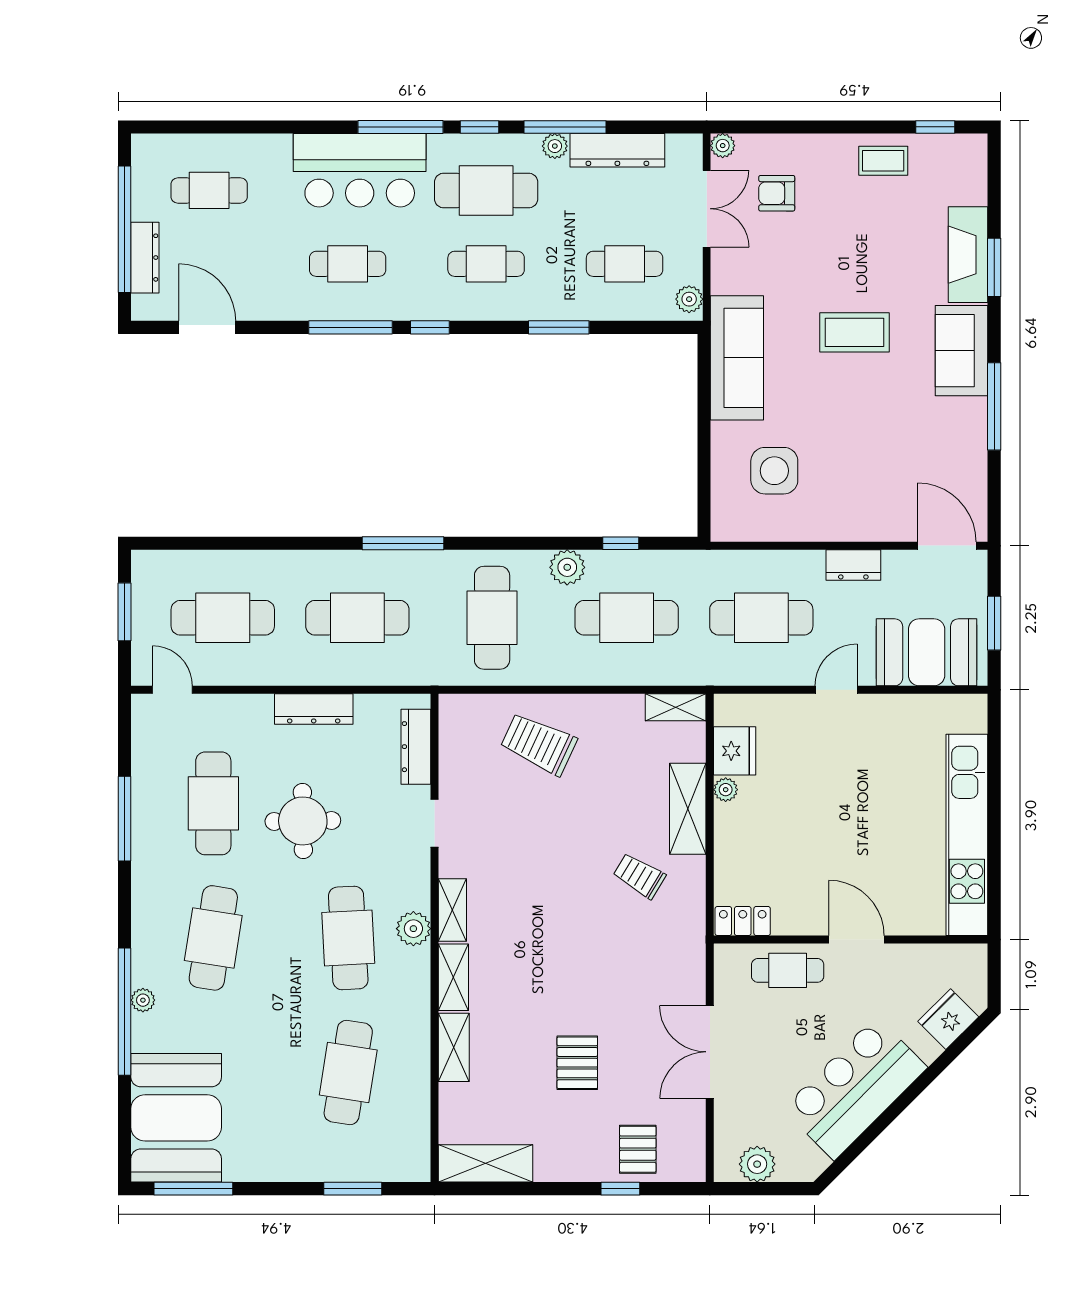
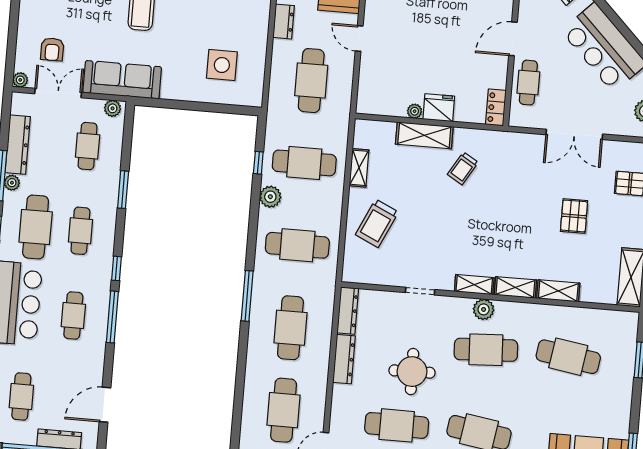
sofa: (737, 358) -> (122, 80), moved
cafe table: (627, 618) -> (304, 163), turned 90
shelving: (676, 707) -> (359, 168), moved
dresser: (416, 747) -> (348, 311), moved, turned -90
fridge: (735, 751) -> (439, 108), moved
pallet: (577, 1063) -> (574, 216), turned 90

